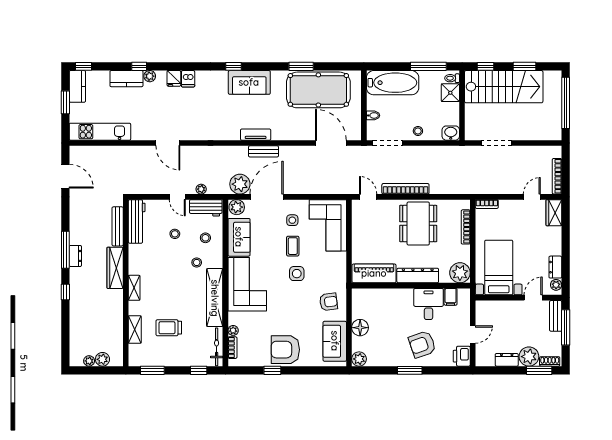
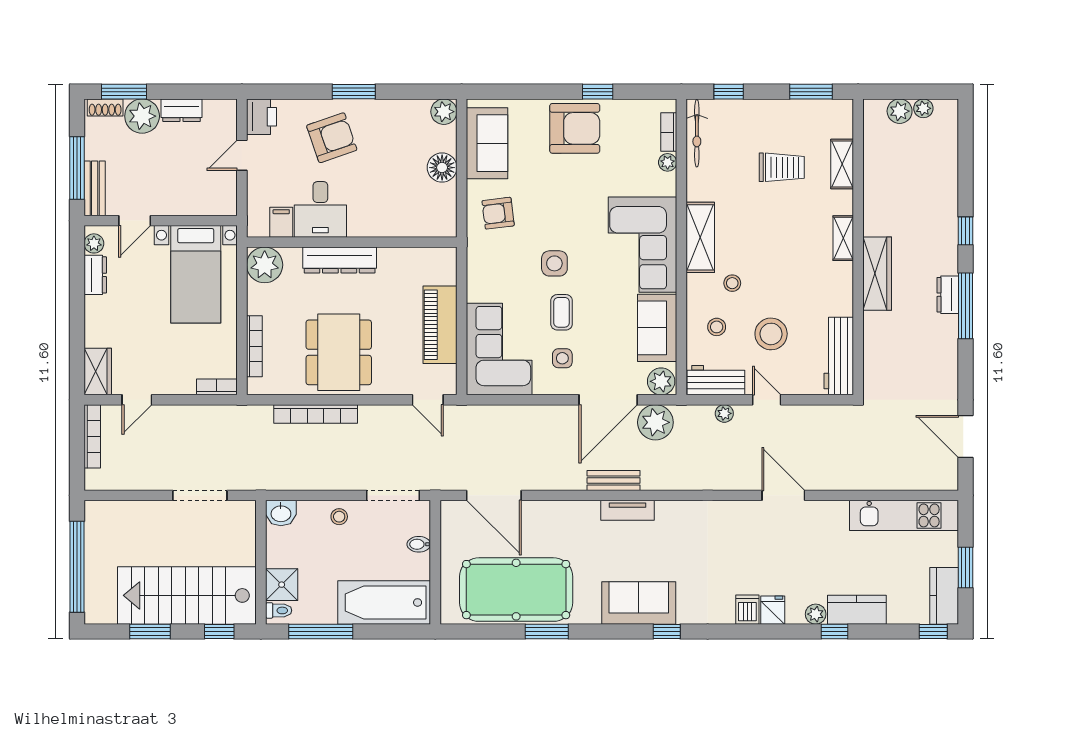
bookcase: (405, 189) -> (316, 414), moved
bench: (118, 226) -> (873, 347), removed
stool: (175, 234) -> (771, 334), width x1.89, depth x1.89
piano: (374, 273) -> (440, 325), moved, turned 90
shelving: (215, 298) -> (700, 237), width x0.68

